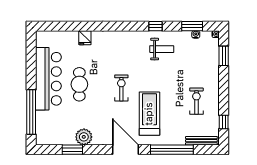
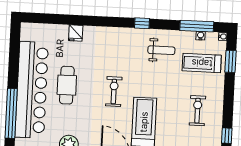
window: (156, 26) -> (142, 23), moved
window: (192, 26) -> (197, 26), width x1.44
treadmill: (198, 59) -> (202, 63), added
bar counter: (48, 79) -> (32, 90), width x1.36

